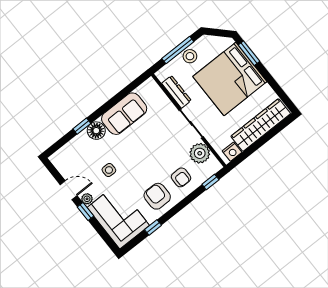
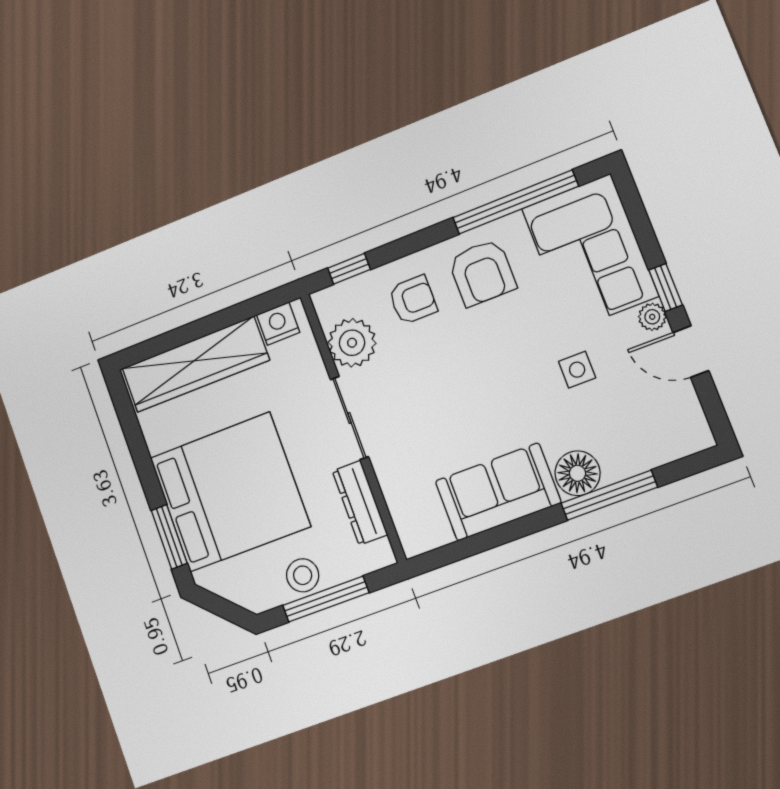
window: (82, 126) -> (609, 495), width x2.17
armchair: (181, 177) -> (413, 300), turned 90
window: (153, 227) -> (515, 202), width x3.17

